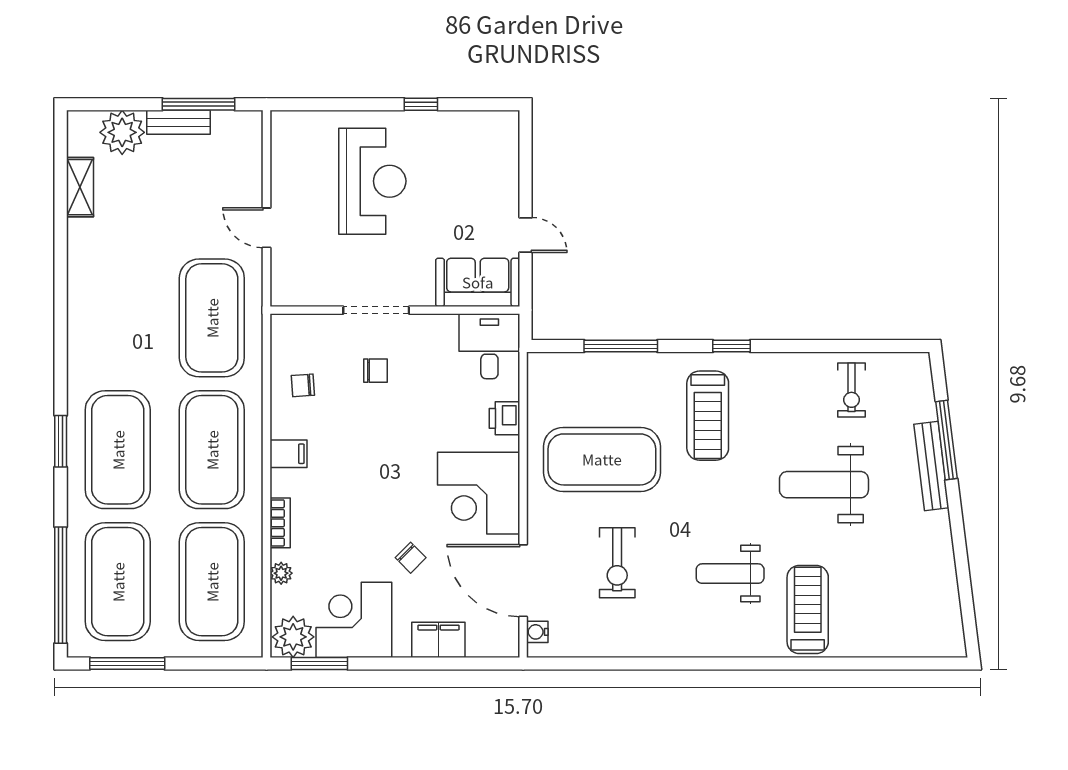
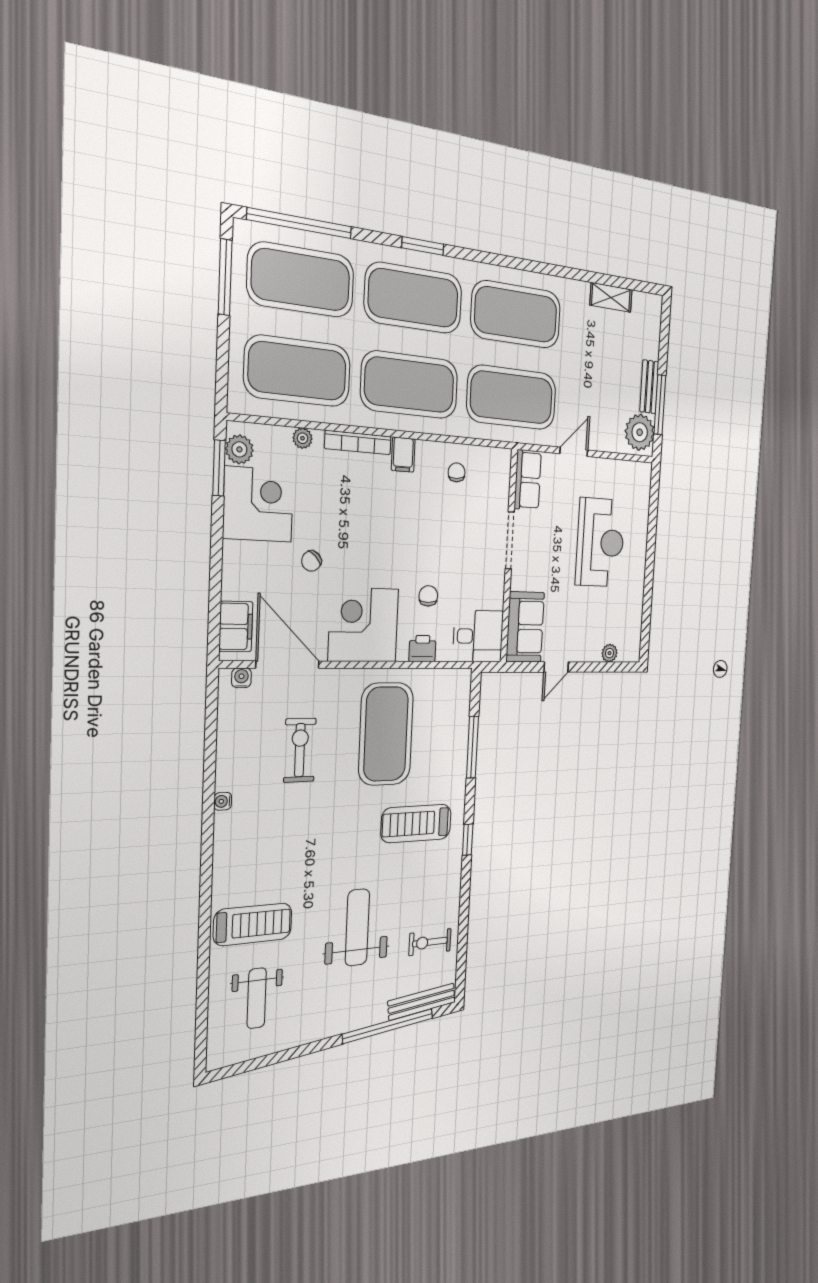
window: (421, 104) -> (648, 584), removed
plant: (122, 132) -> (640, 432), moved
plant: (508, 157) -> (610, 653), added
reception desk: (372, 181) -> (600, 542), turned -90
row of seats: (305, 290) -> (528, 480), added
exercise mat: (118, 318) -> (516, 315), added
chair: (375, 371) -> (428, 596), moved, turned 180
window: (946, 440) -> (388, 1026), width x1.46
bench: (931, 466) -> (422, 1002), moved
bookcase: (280, 523) -> (358, 443), width x1.56
exercise bike: (617, 563) -> (300, 750), turned 90
weight bench: (730, 574) -> (257, 998), moved, turned 180
door: (523, 581) -> (288, 665), hinge flipped
plant: (293, 637) -> (239, 449), width x0.73, depth x0.73
filing cabinet: (438, 640) -> (236, 626), moved
water cooler: (669, 648) -> (223, 801), added

